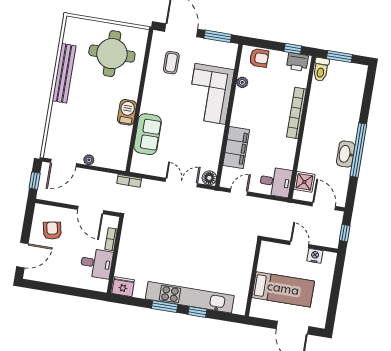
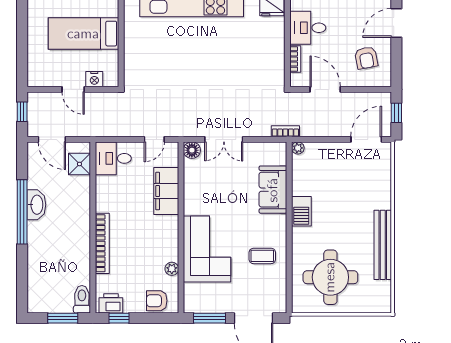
coffee table: (171, 63) -> (262, 256), moved, turned 90
plant: (89, 160) -> (298, 148), moved
nightstand: (315, 256) -> (94, 79), moved

